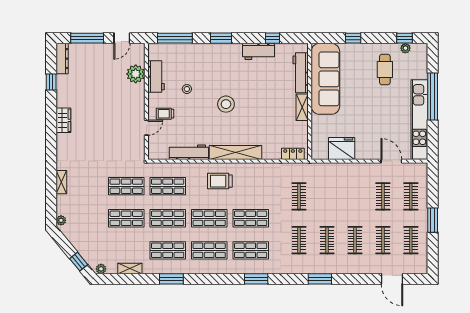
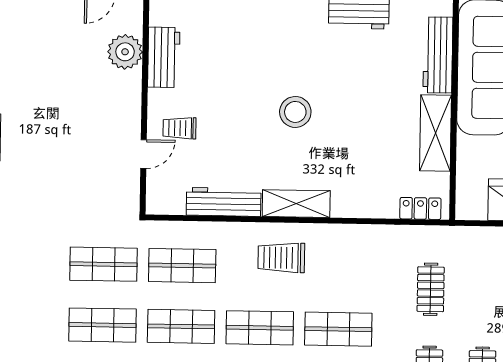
stool: (187, 89) -> (222, 82), removed
shelving: (302, 107) -> (436, 133), width x1.50, depth x1.33
shelving: (236, 152) -> (296, 204), width x0.68

